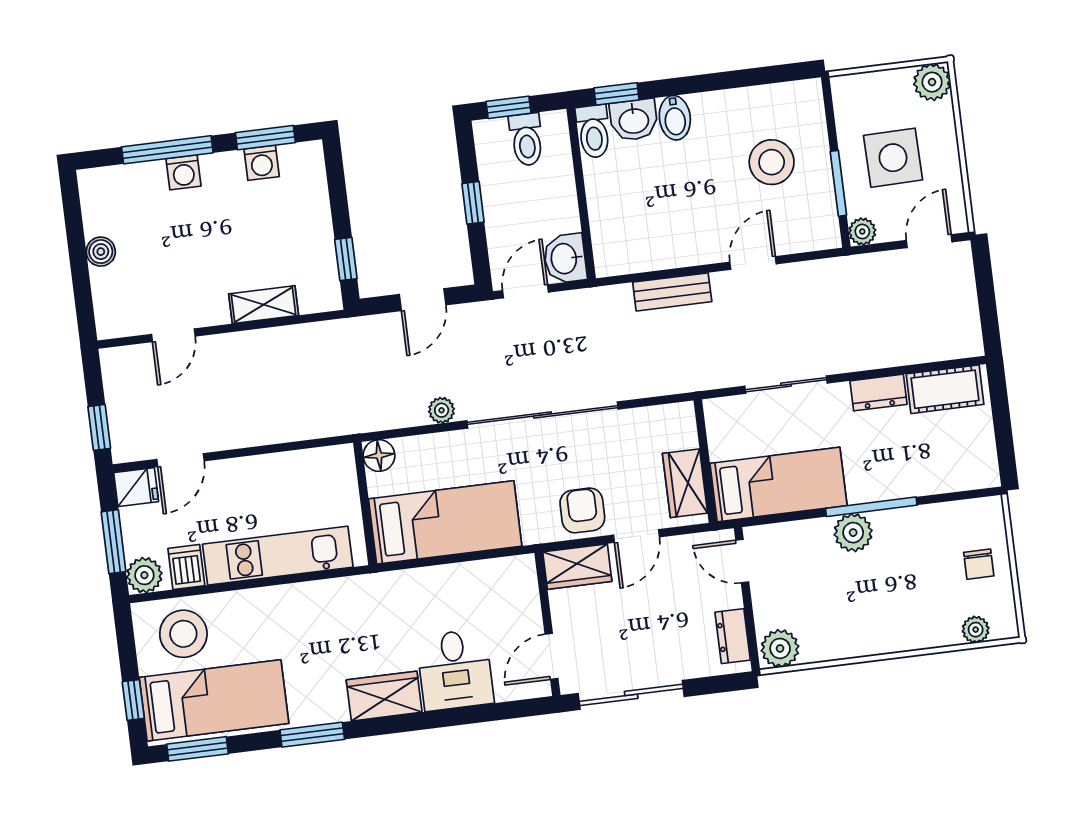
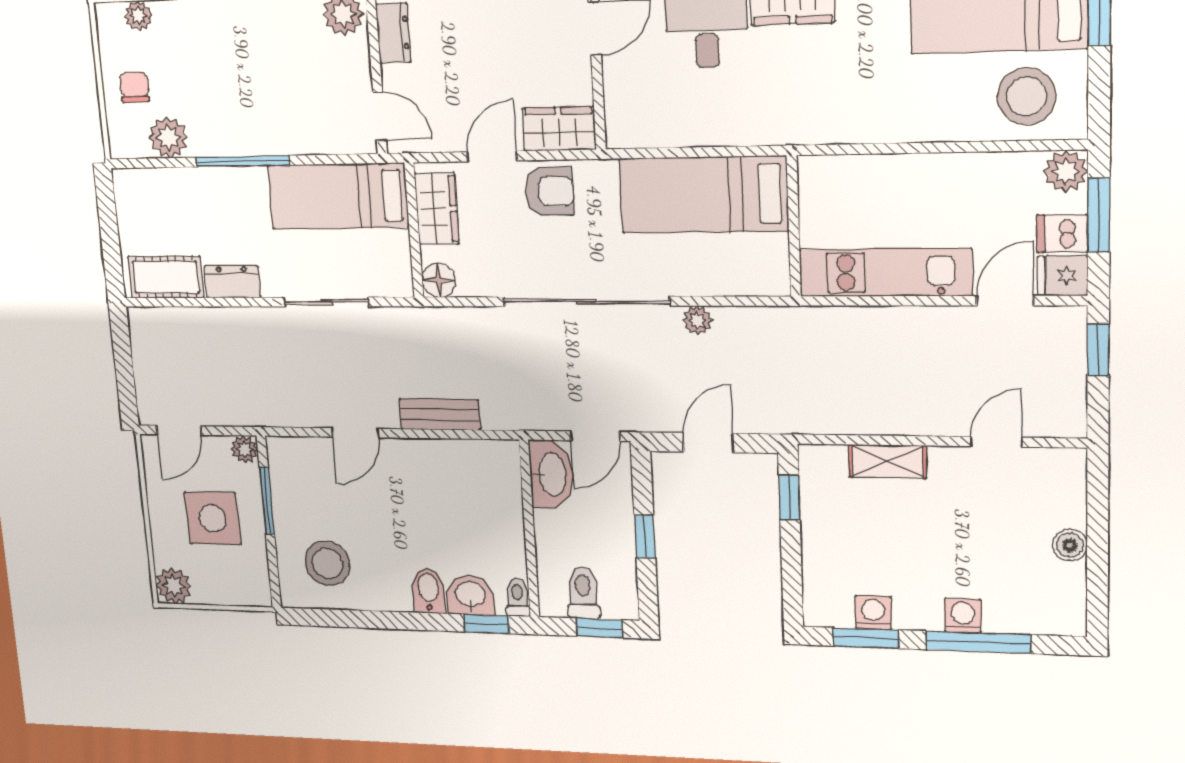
toilet: (593, 132) -> (517, 597), width x0.73, depth x0.72
stool: (772, 162) -> (327, 563), moved
washbasin: (565, 258) -> (551, 474), width x1.38
floor lamp: (379, 455) -> (439, 280), moved
armchair: (582, 510) -> (549, 191), turned -90
plant: (853, 533) -> (168, 137), moved
kitchen unit: (278, 556) -> (885, 273), moved, turned 180
dishwasher: (186, 567) -> (1062, 233), moved, turned 90

